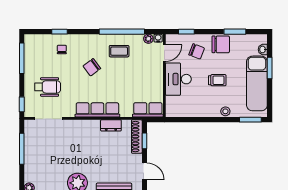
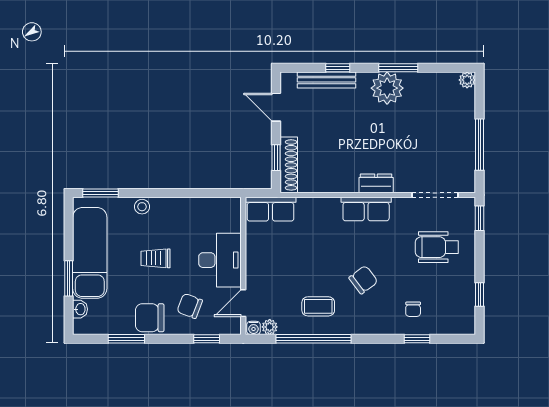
window: (22, 58) -> (479, 295), width x0.46
row of seats: (97, 110) -> (366, 209), width x0.68
dresser: (111, 125) -> (376, 183), moved

